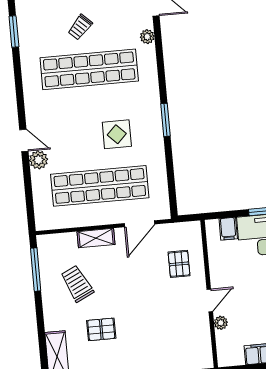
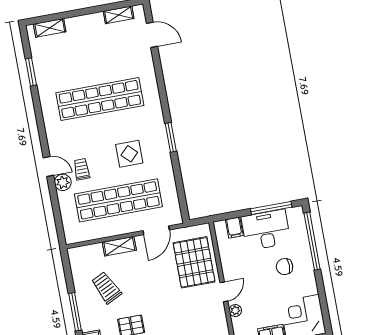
trolley: (80, 27) -> (82, 169), moved, turned 137
plant: (147, 37) -> (148, 66), removed
pallet: (179, 264) -> (194, 262), width x2.05, depth x2.00
window: (36, 270) -> (75, 312), moved

